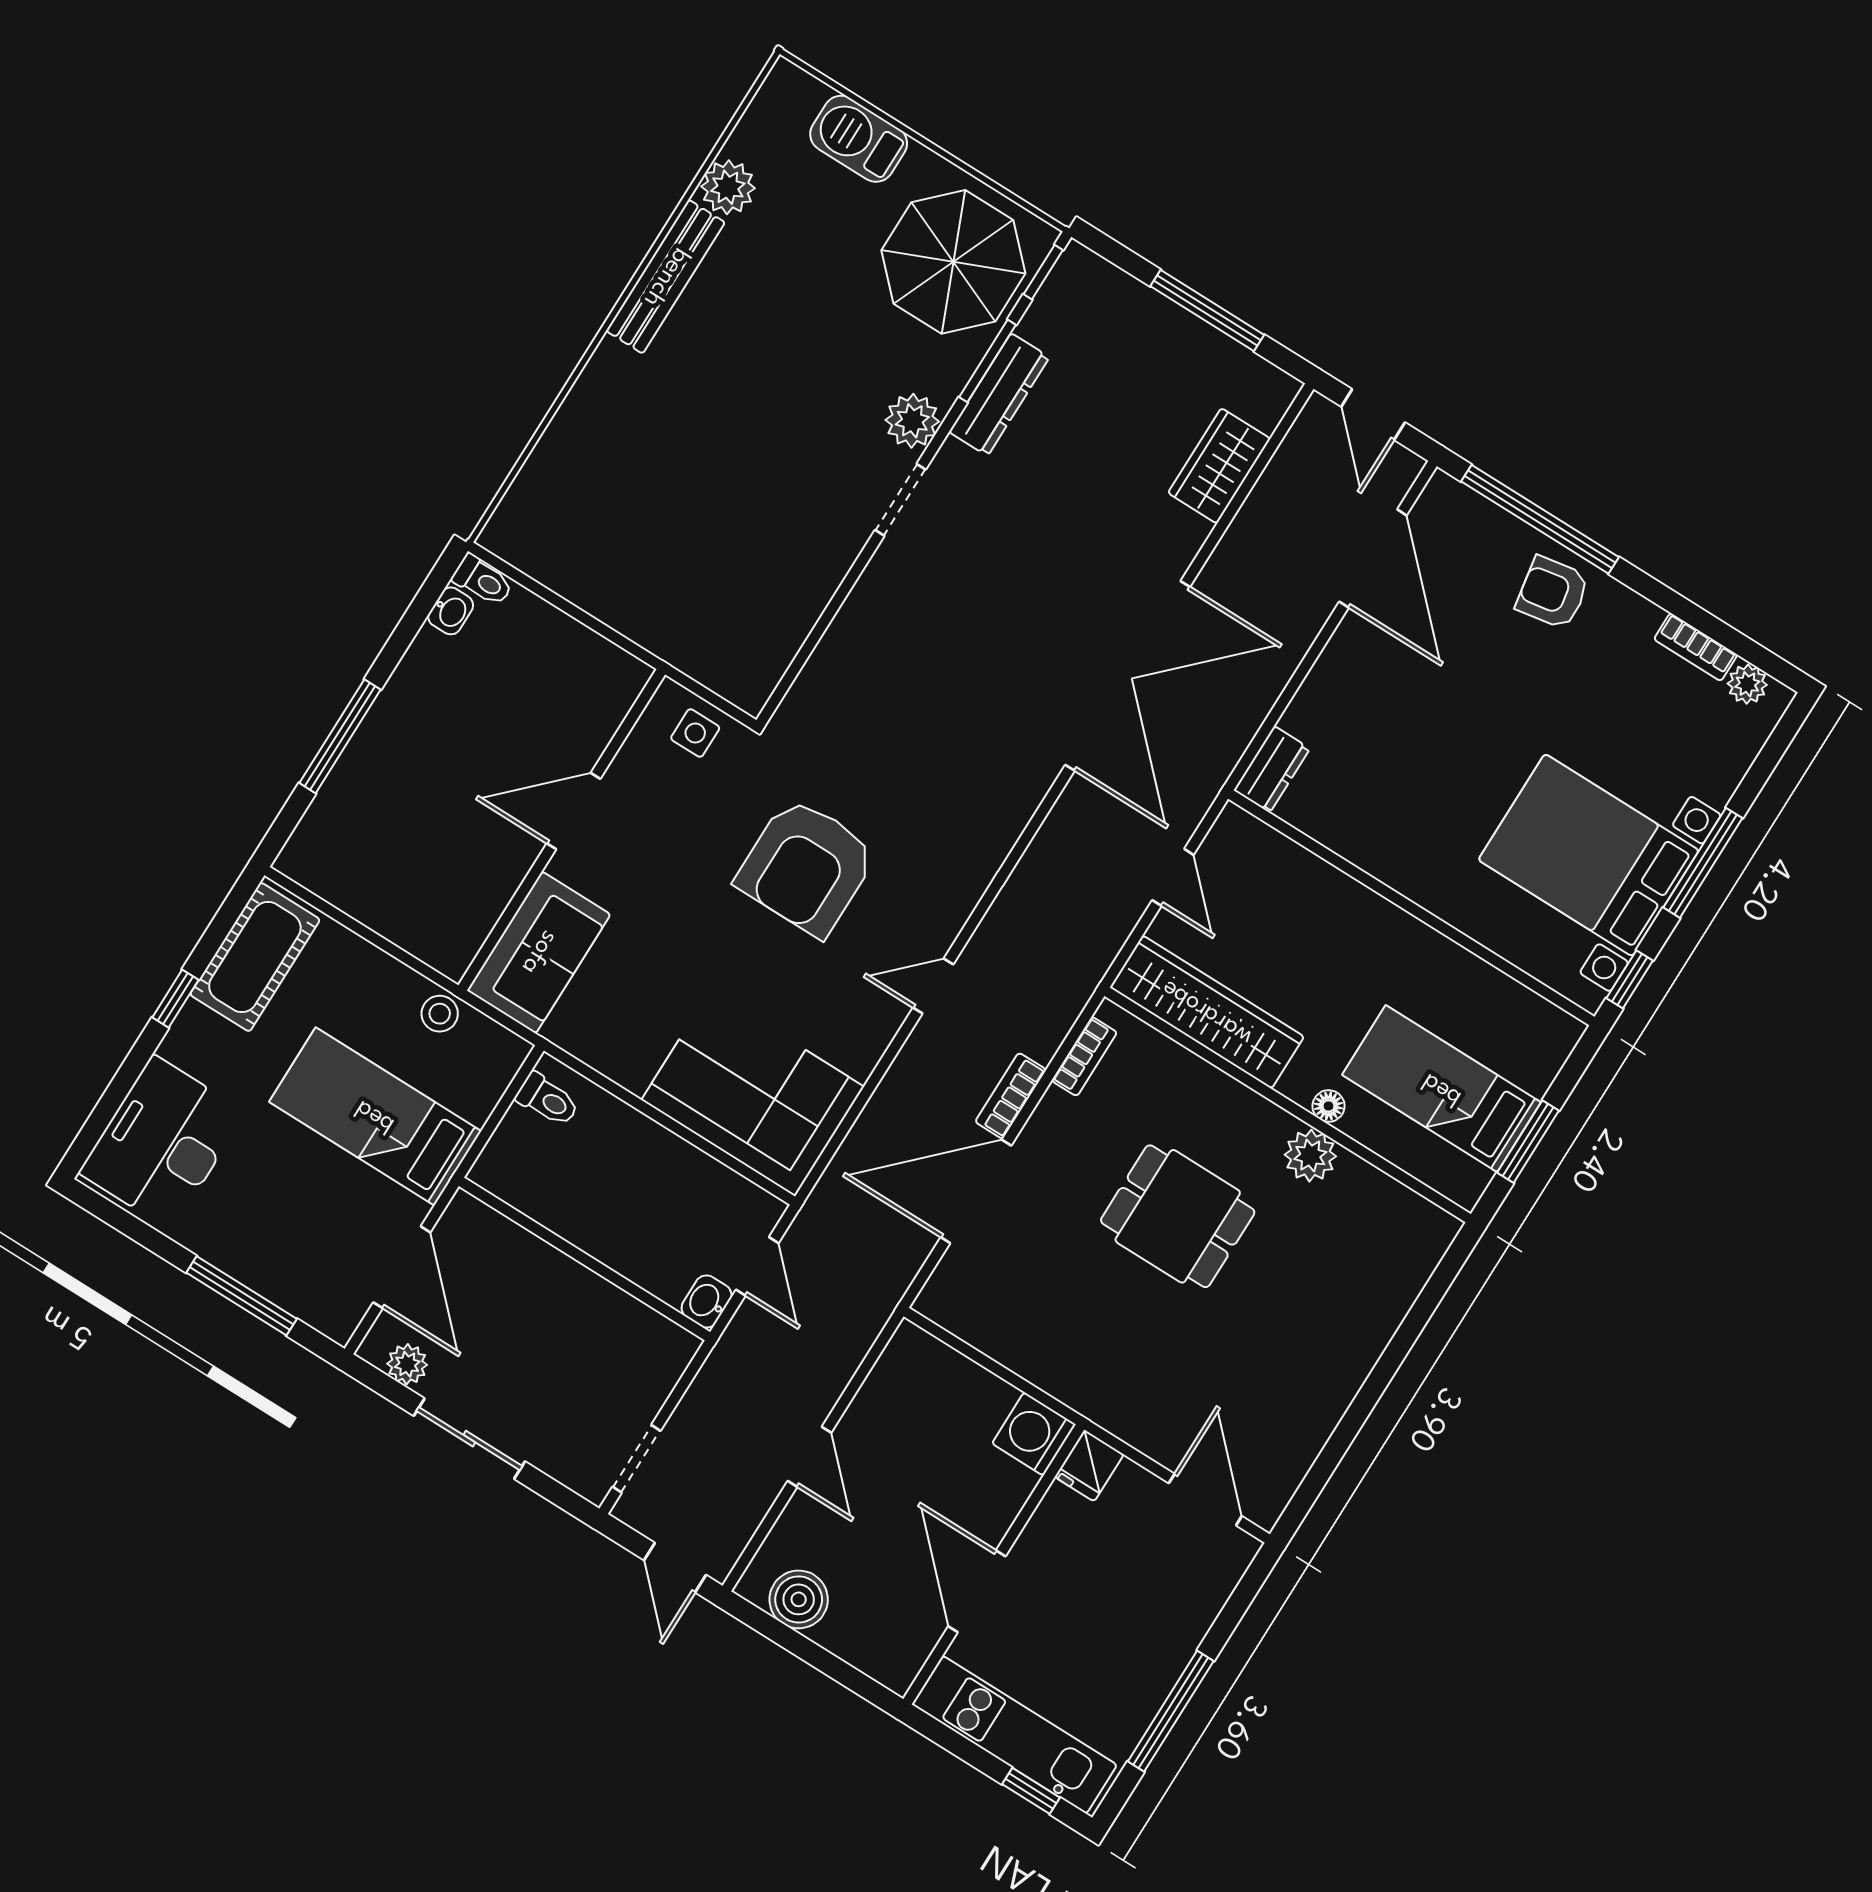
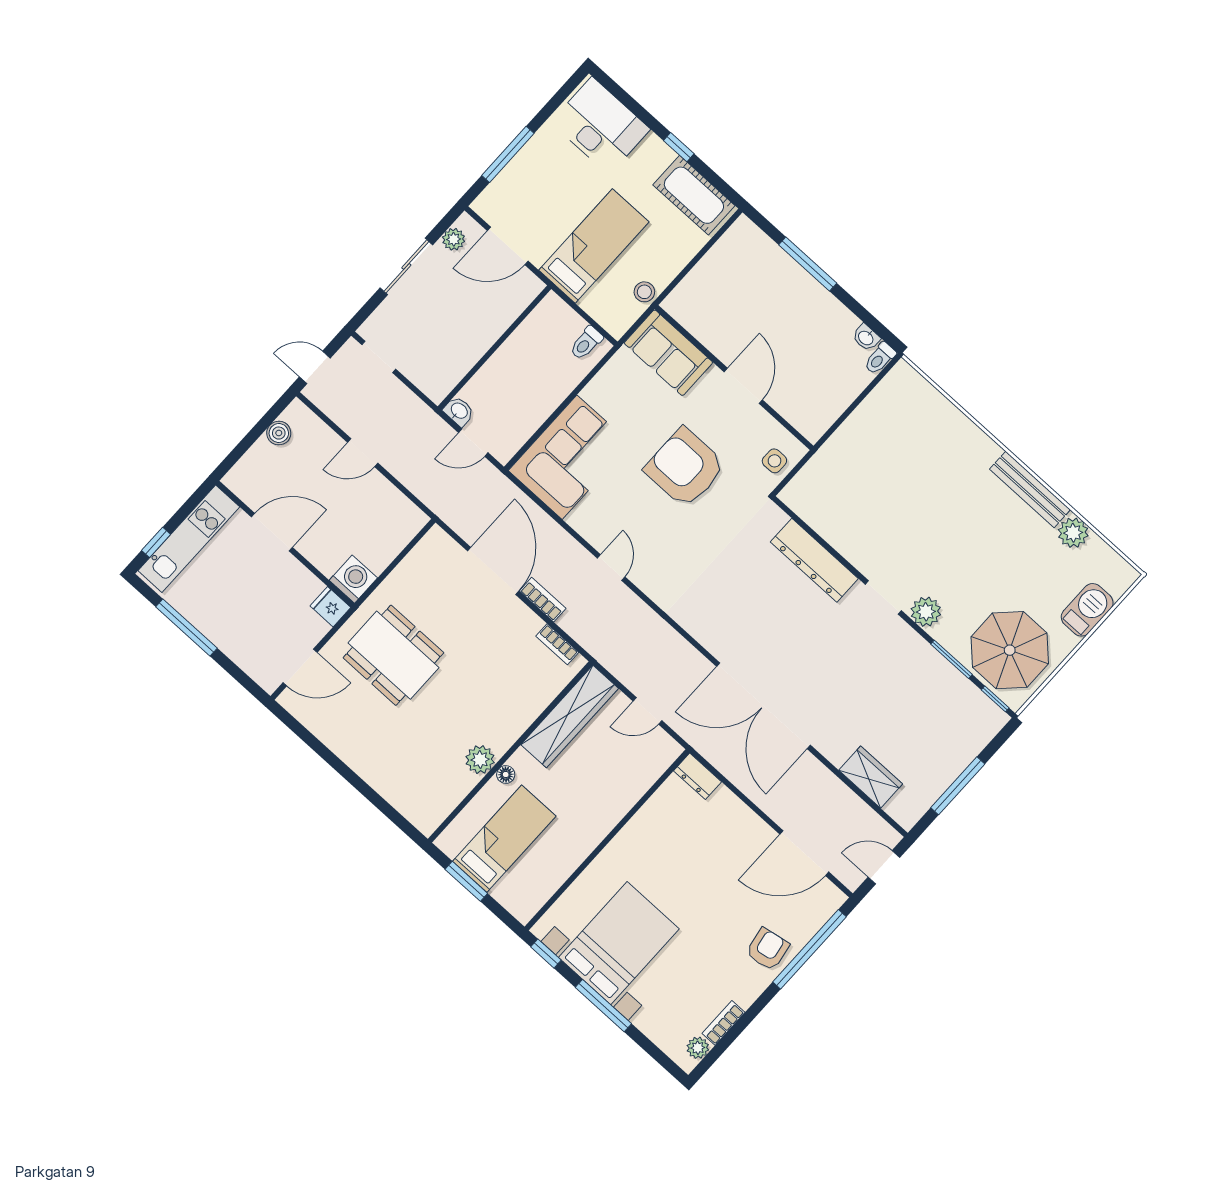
dresser: (999, 395) -> (814, 560), moved, width x1.37, depth x1.24
armchair: (806, 867) -> (685, 468), moved
dining table: (1178, 1216) -> (393, 655), moved, width x1.38
boiler: (799, 1599) -> (279, 433), width x0.73, depth x0.73

